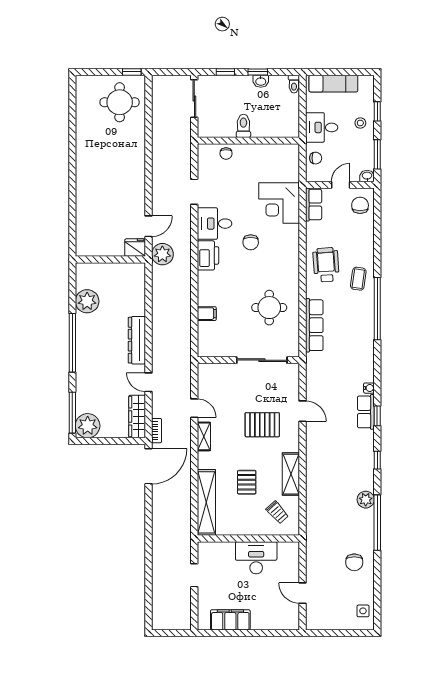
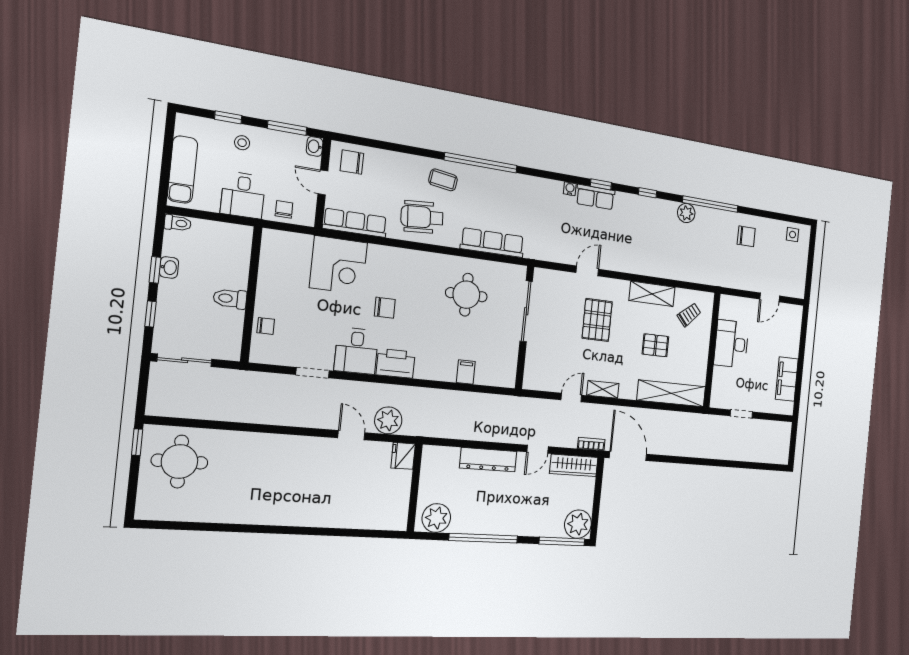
row of seats: (314, 205) -> (355, 223), width x1.48
fridge: (135, 248) -> (403, 456), moved
wall: (110, 260) -> (415, 488), moved

